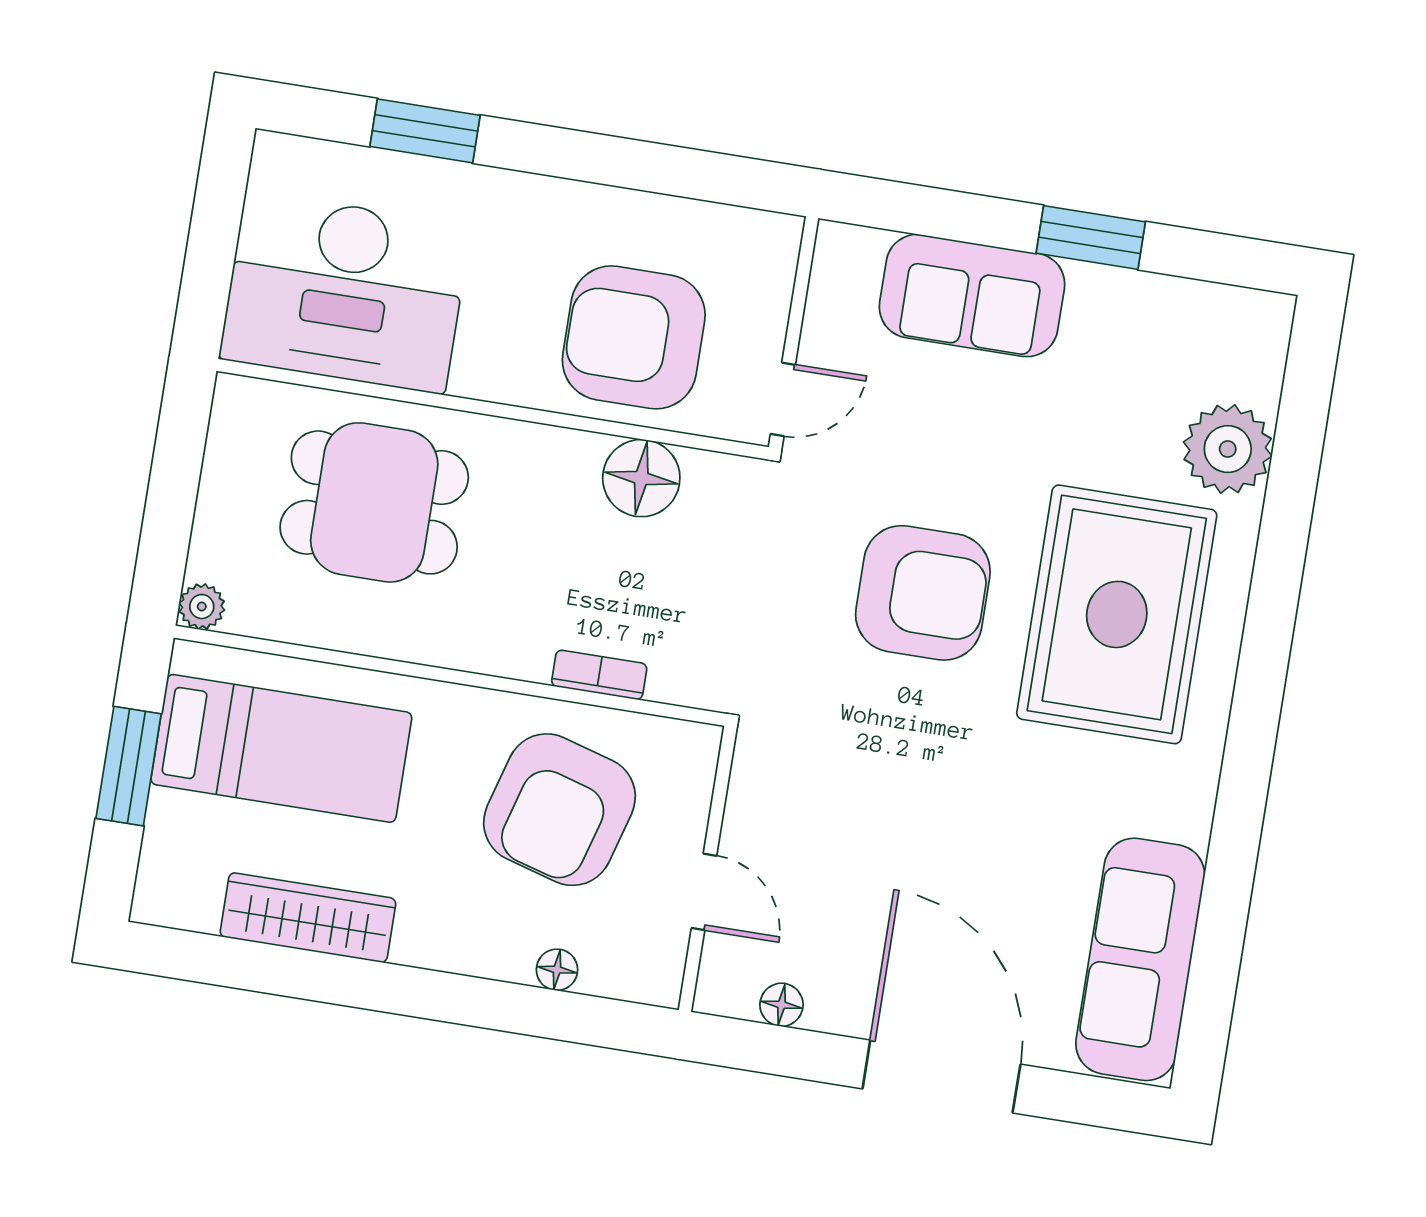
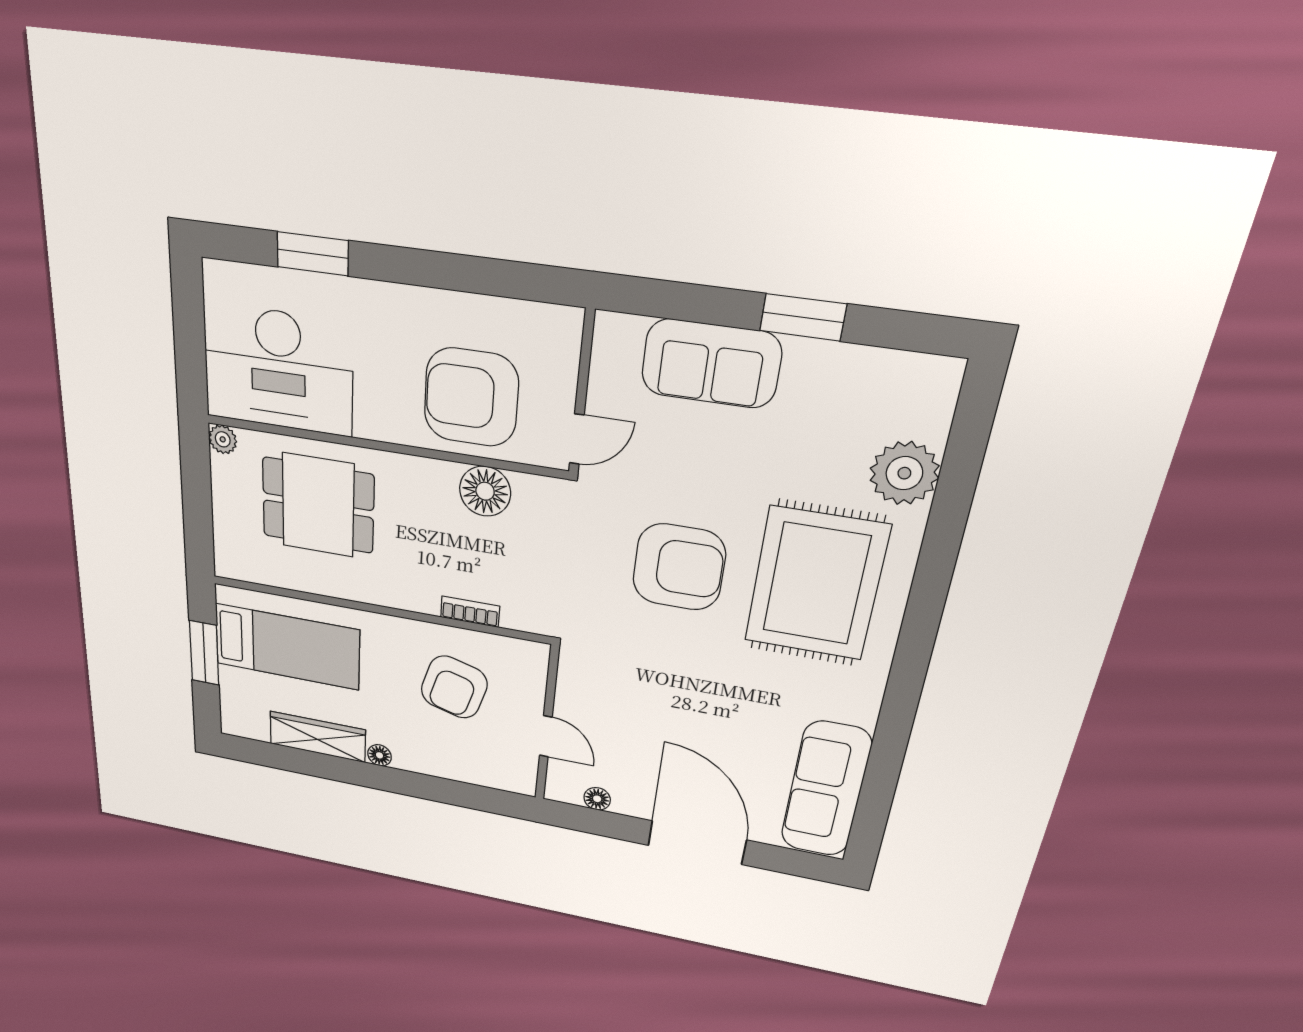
plant: (202, 607) -> (223, 439), moved
armchair: (560, 810) -> (454, 687), width x0.73, depth x0.73
floor lamp: (557, 970) -> (379, 755), moved

